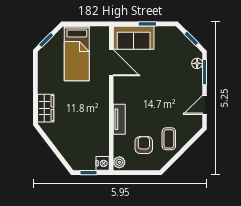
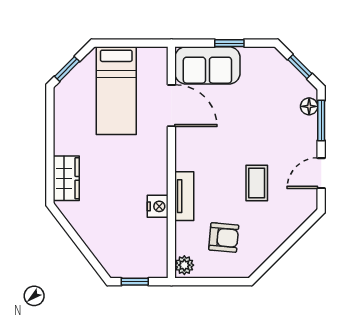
coffee table: (169, 139) -> (257, 183), moved
armchair: (144, 145) -> (224, 237), turned 95
nightstand: (103, 163) -> (158, 206), moved

